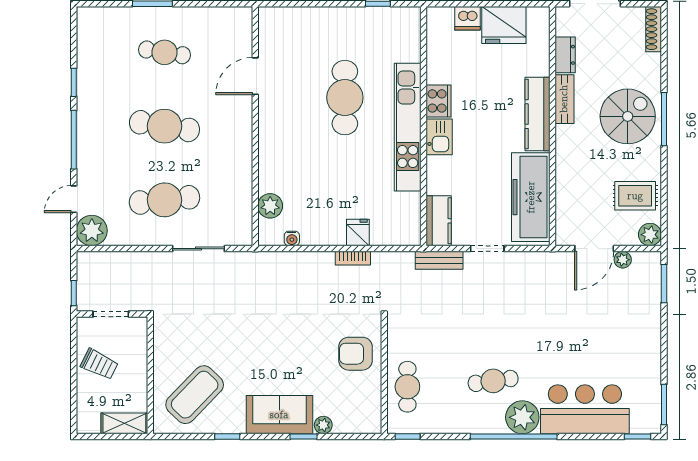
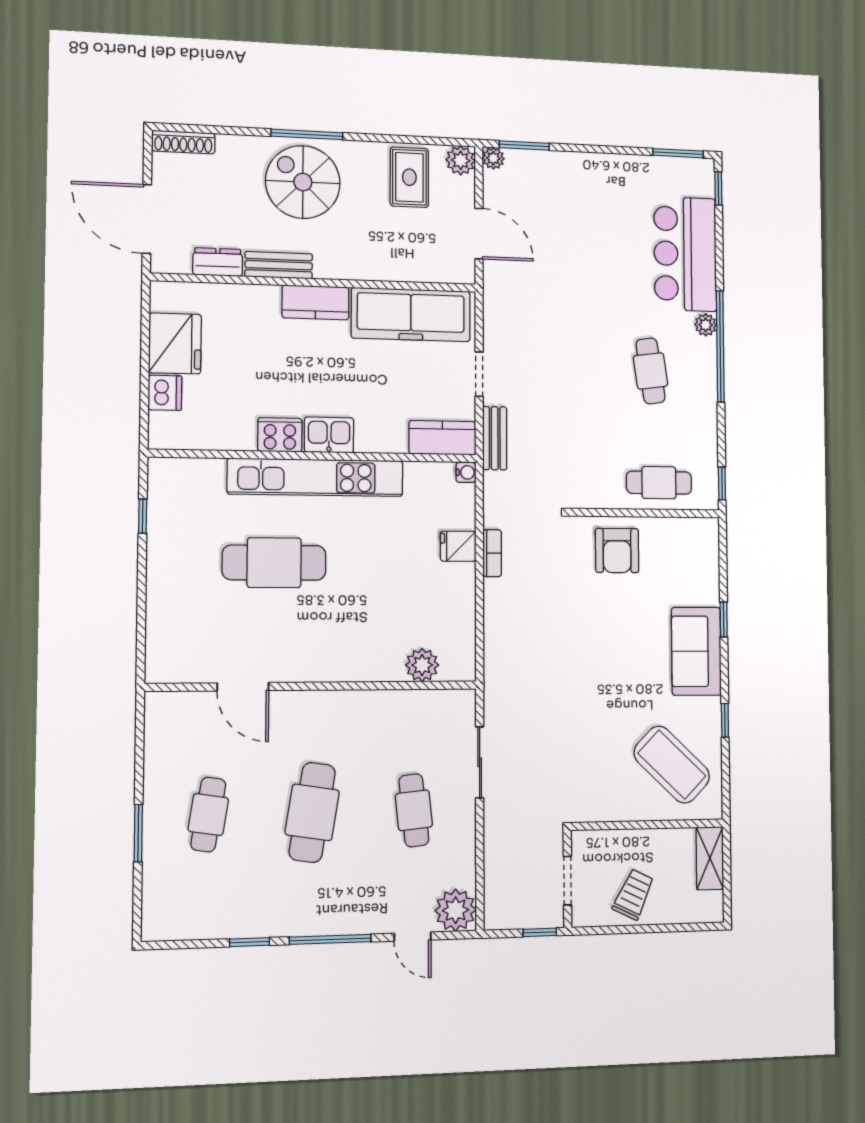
kitchen counter: (538, 114) -> (316, 302), width x0.67
cafe table: (164, 200) -> (414, 810), width x0.73, depth x0.74
water cooler: (292, 238) -> (466, 472), moved
plant: (623, 260) -> (493, 158), moved
plant: (522, 417) -> (706, 325), width x0.53, depth x0.53
plant: (323, 425) -> (709, 594), removed

